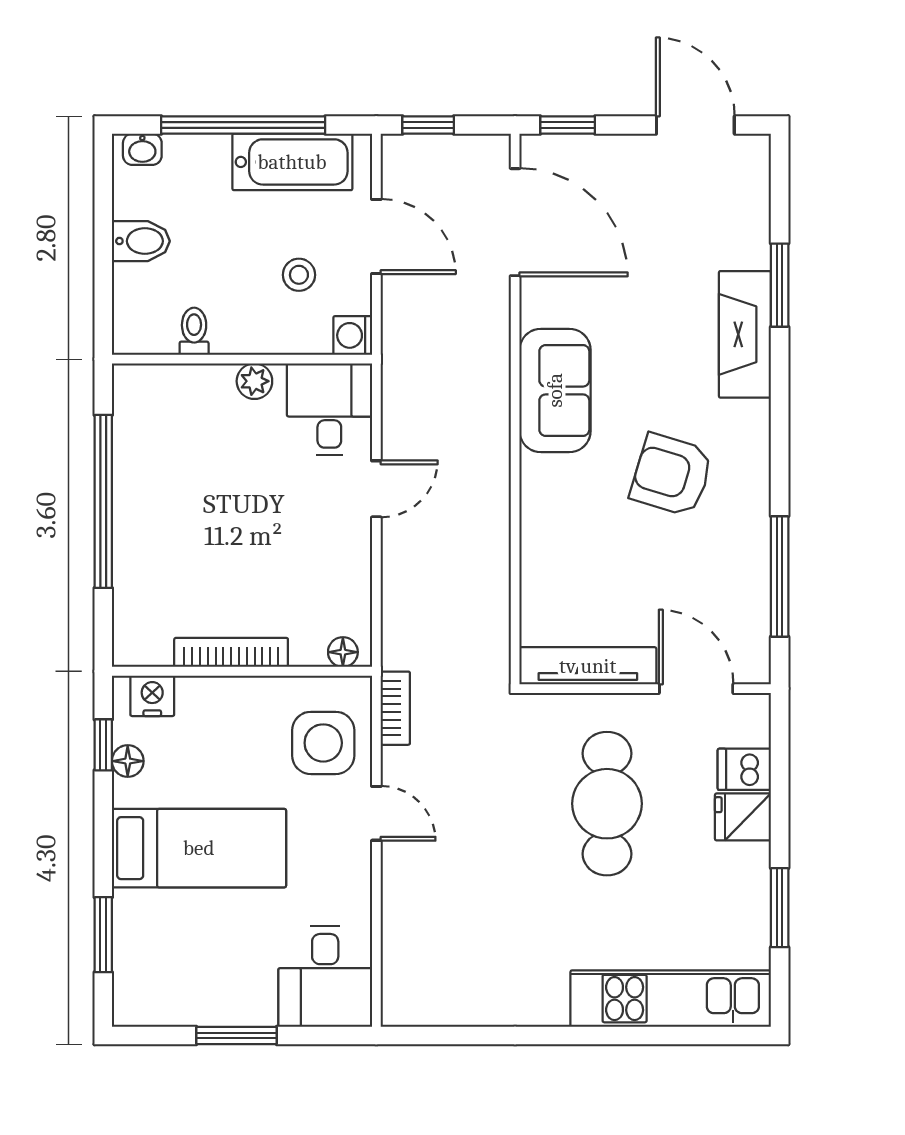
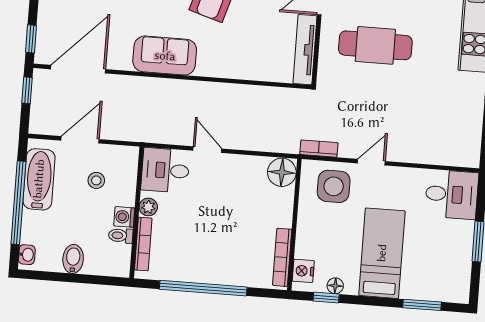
window: (428, 125) -> (27, 90), moved
washing machine: (353, 335) -> (124, 217), moved, turned 90
bookcase: (181, 377) -> (143, 244), added
bookcase: (231, 652) -> (282, 257), moved
floor lamp: (343, 652) -> (282, 172), width x1.89, depth x1.89

